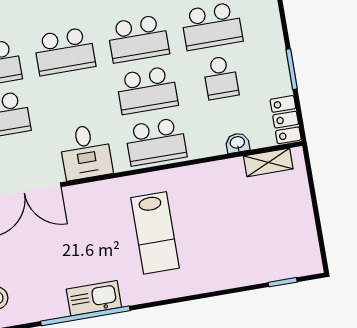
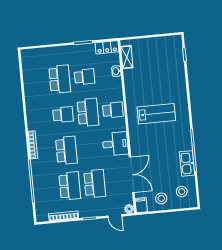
school desk: (138, 39) -> (63, 115), width x0.54
school desk: (156, 142) -> (113, 110), width x0.54
kitchen sink: (94, 298) -> (187, 163), moved

